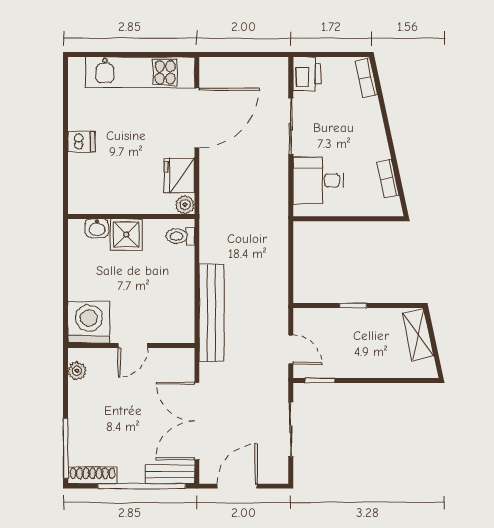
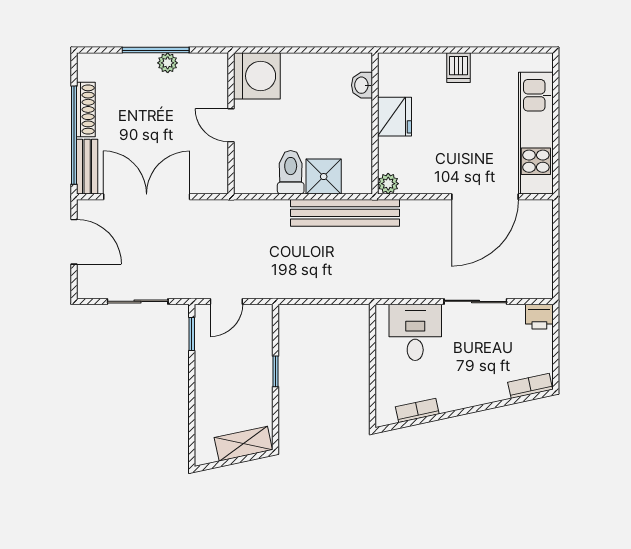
printer: (307, 74) -> (539, 317), width x0.73, depth x0.81
door: (197, 118) -> (485, 197), hinge flipped
fridge: (179, 176) -> (395, 117), moved, turned 90
shower: (126, 235) -> (324, 177), moved
toilet: (180, 236) -> (291, 172), moved, width x1.37, depth x1.39
bench: (211, 313) -> (345, 213), moved
plant: (77, 371) -> (168, 63), moved
window: (66, 448) -> (156, 50), moved
shoe rack: (92, 475) -> (86, 109), moved

